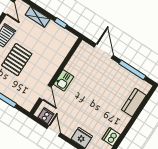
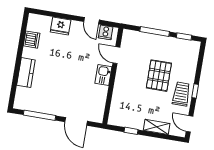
kitchen counter: (134, 102) -> (26, 73), moved

